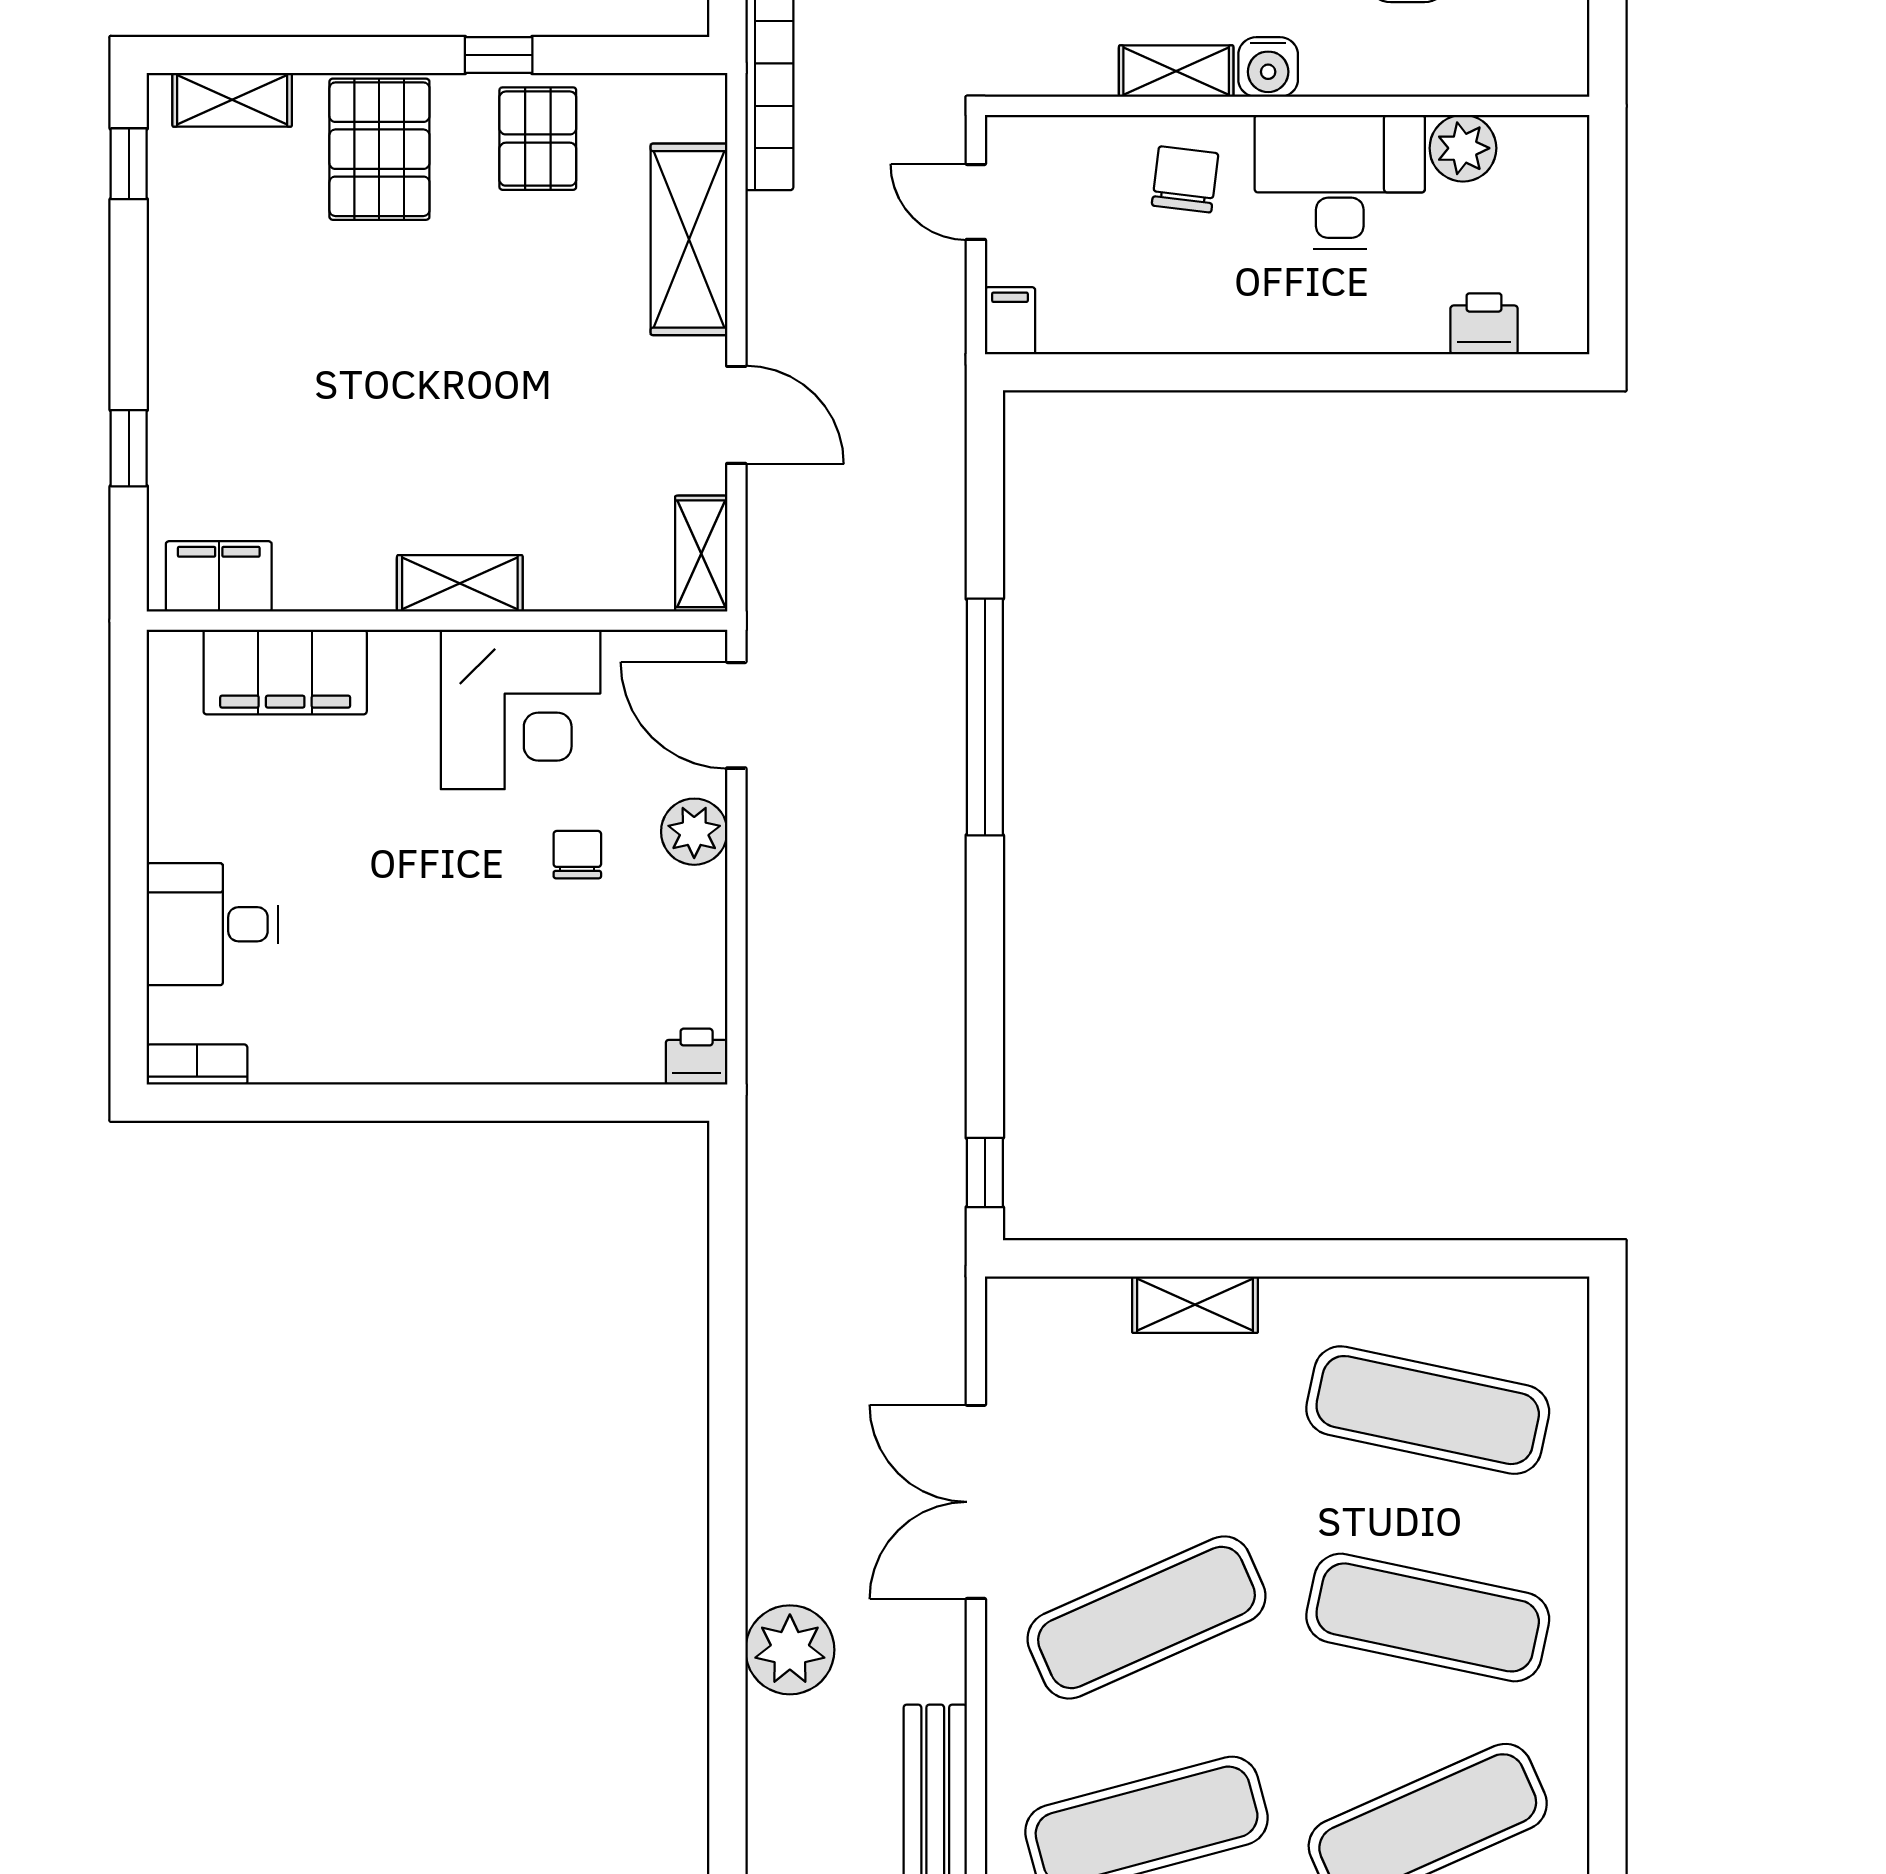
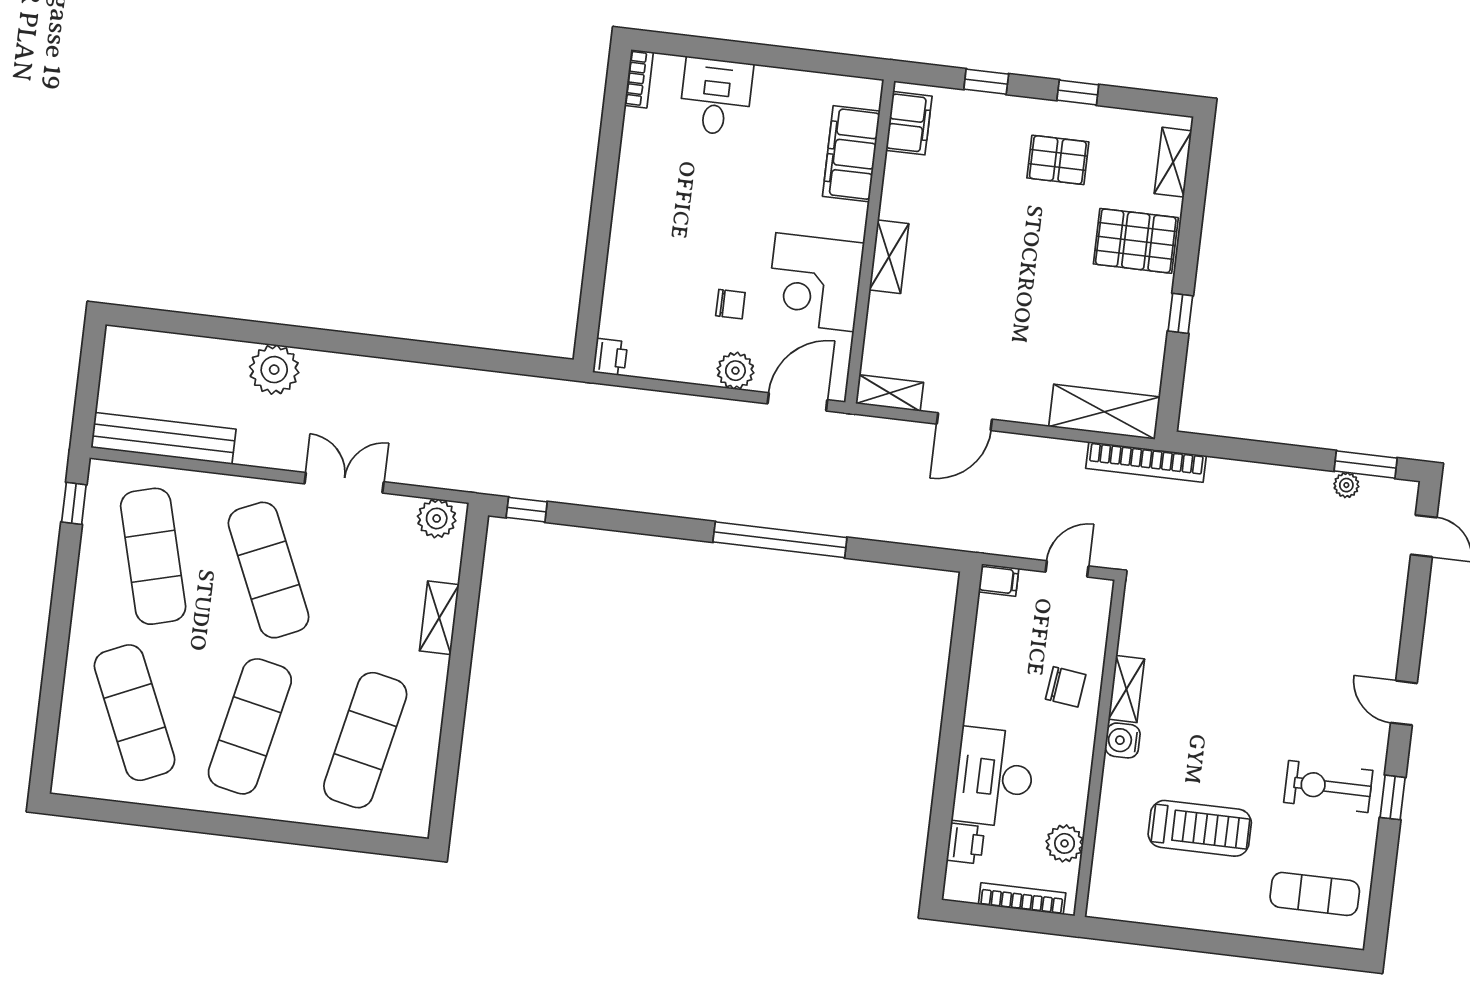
pallet: (538, 139) -> (1058, 160), moved
window: (129, 164) -> (1078, 93), moved
desk: (1340, 182) -> (994, 777), moved, turned 180
bookcase: (1570, 212) -> (1022, 899), added
shelving: (689, 239) -> (1104, 412), moved
plant: (1020, 1330) -> (437, 518), added
double door: (976, 1502) -> (344, 483), width x0.73

